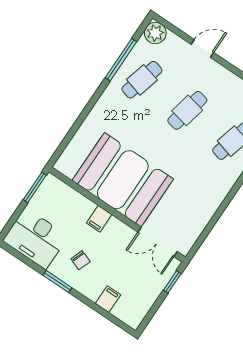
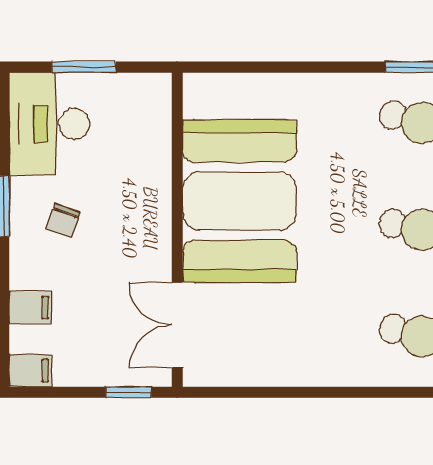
window: (35, 187) -> (84, 67), moved
filing cabinet: (99, 219) -> (30, 370), moved, turned 180

